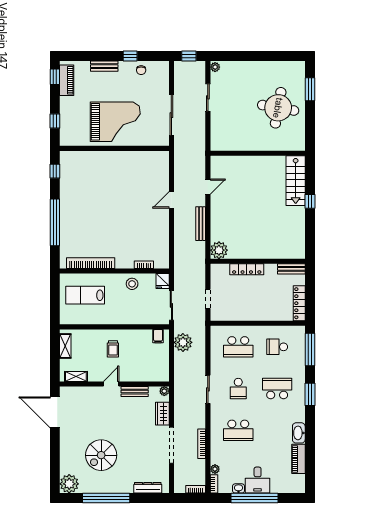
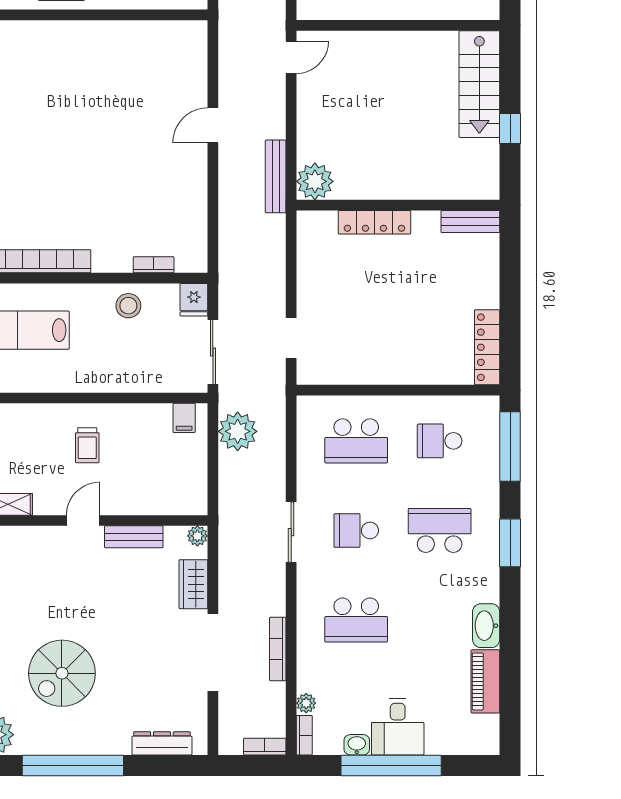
door: (208, 187) -> (291, 57), moved
plant: (219, 250) -> (315, 181), moved
wall: (258, 261) -> (398, 205), moved
locker: (247, 269) -> (374, 222), moved
bench: (291, 269) -> (470, 222), moved
school desk: (238, 389) -> (356, 530), turned 90

